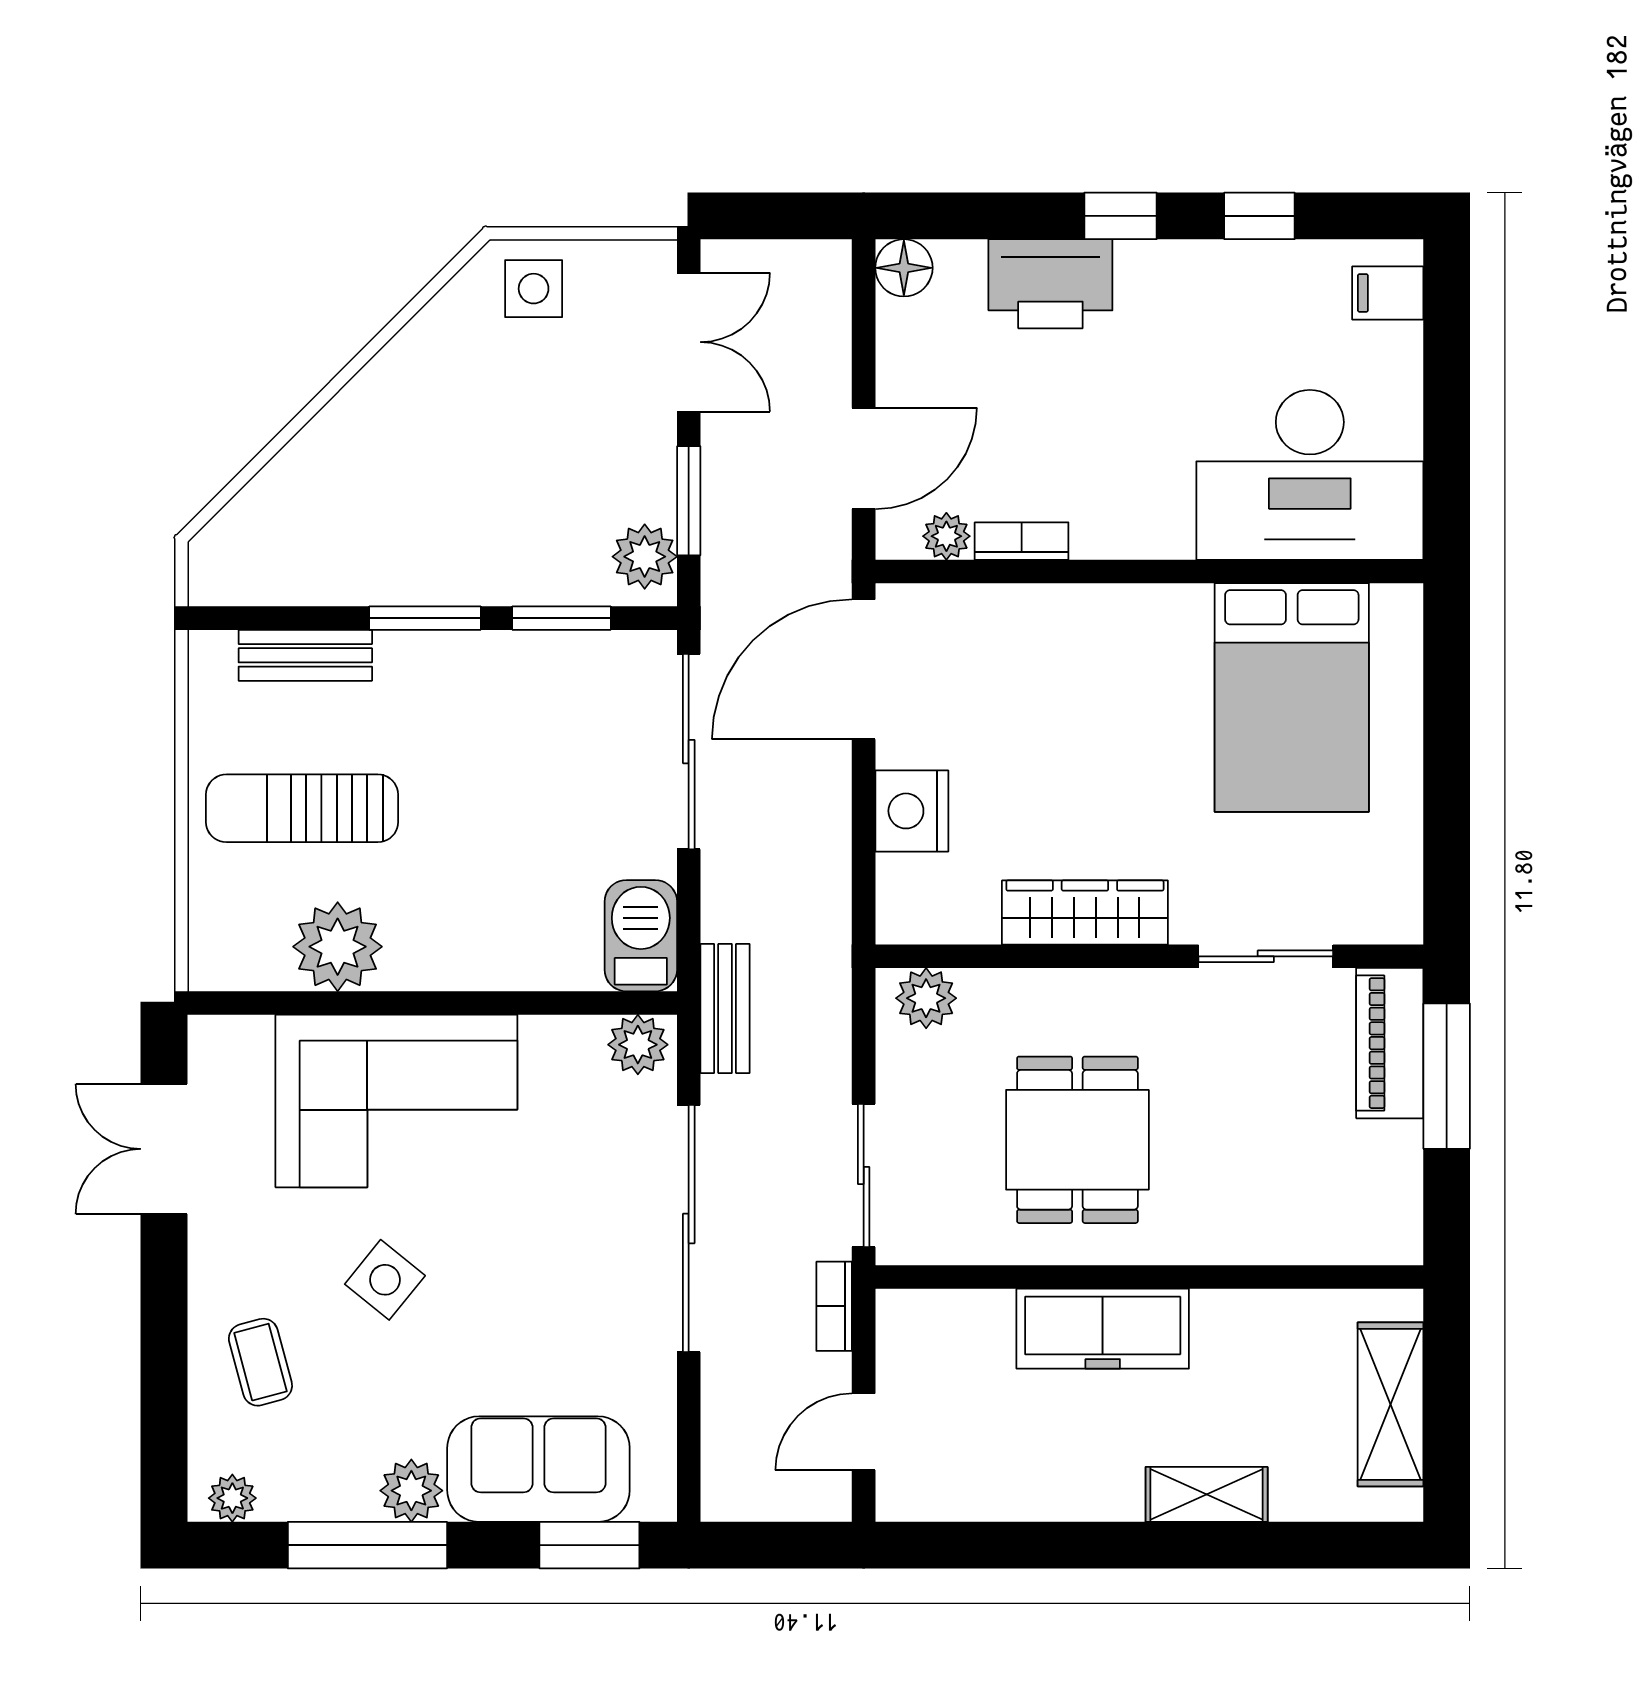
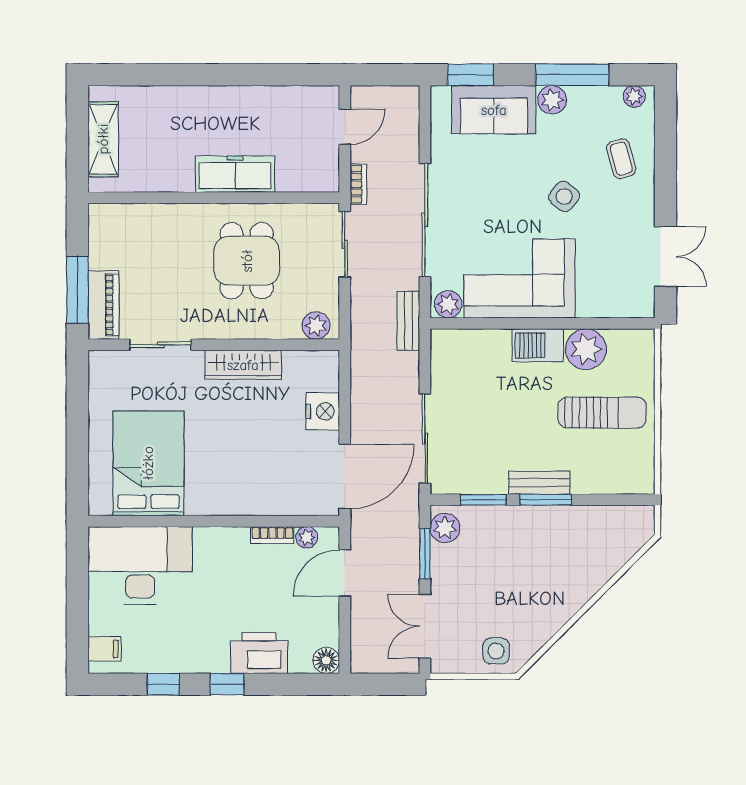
bench: (305, 655) -> (539, 483), moved
barbecue: (641, 936) -> (538, 345), moved, turned 90
corner sofa: (396, 1101) -> (520, 278), moved
shelving: (1207, 1494) -> (188, 98), removed

